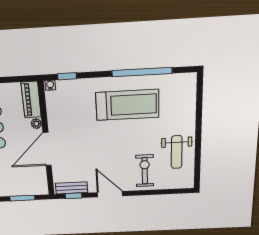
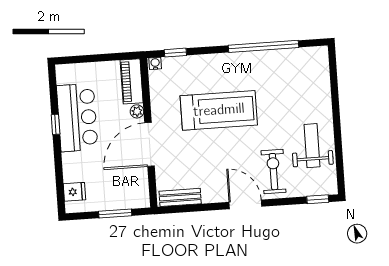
treadmill: (127, 105) -> (219, 110), moved
weight bench: (177, 152) -> (312, 146), turned 180
door: (110, 194) -> (245, 204), moved
window: (74, 196) -> (318, 199), moved

